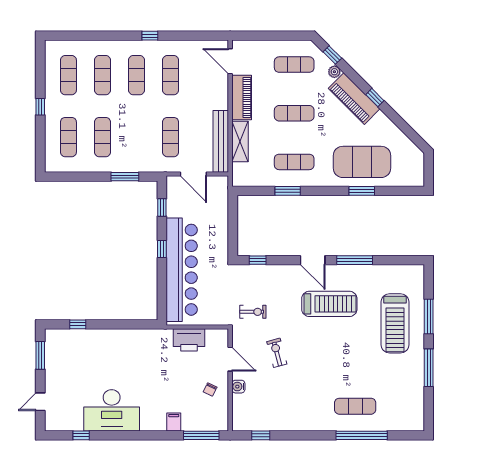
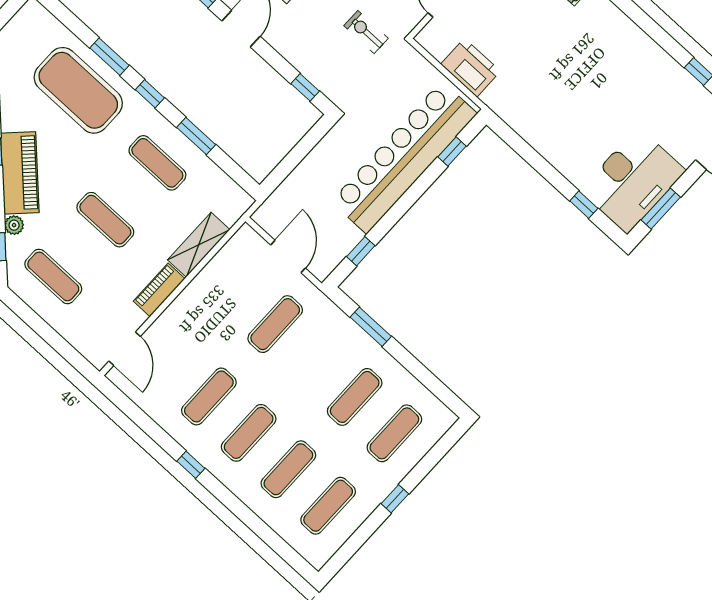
piano: (242, 98) -> (159, 290), width x0.73, depth x0.75
bench: (221, 141) -> (221, 266), removed
window: (327, 191) -> (150, 94), added
window: (162, 249) -> (452, 152), moved
desk: (112, 410) -> (633, 181), moved, turned 90

